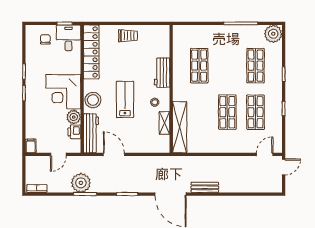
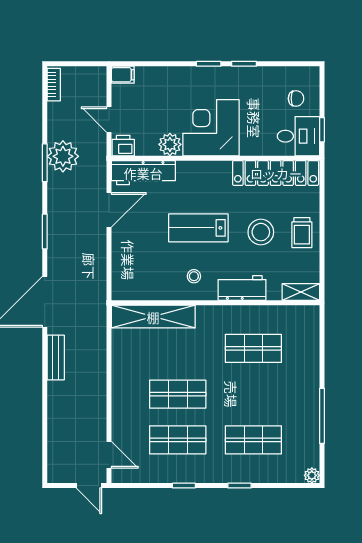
plant: (273, 34) -> (312, 475), width x0.53, depth x0.53
lab bench: (125, 99) -> (198, 228), turned 180
stool: (93, 100) -> (261, 232), moved
shelving: (164, 123) -> (301, 292), moved
printer: (74, 132) -> (123, 146), moved

